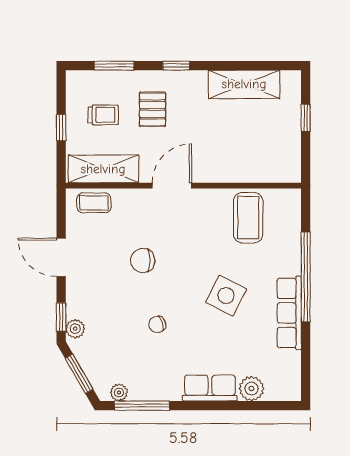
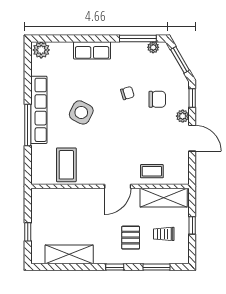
coffee table: (94, 203) -> (152, 171), moved
chair: (143, 261) -> (157, 99), moved
window: (306, 277) -> (28, 125), width x0.68
row of seats: (289, 313) -> (39, 110), width x1.36
plant: (75, 329) -> (183, 116), moved
plant: (252, 389) -> (41, 50), moved

